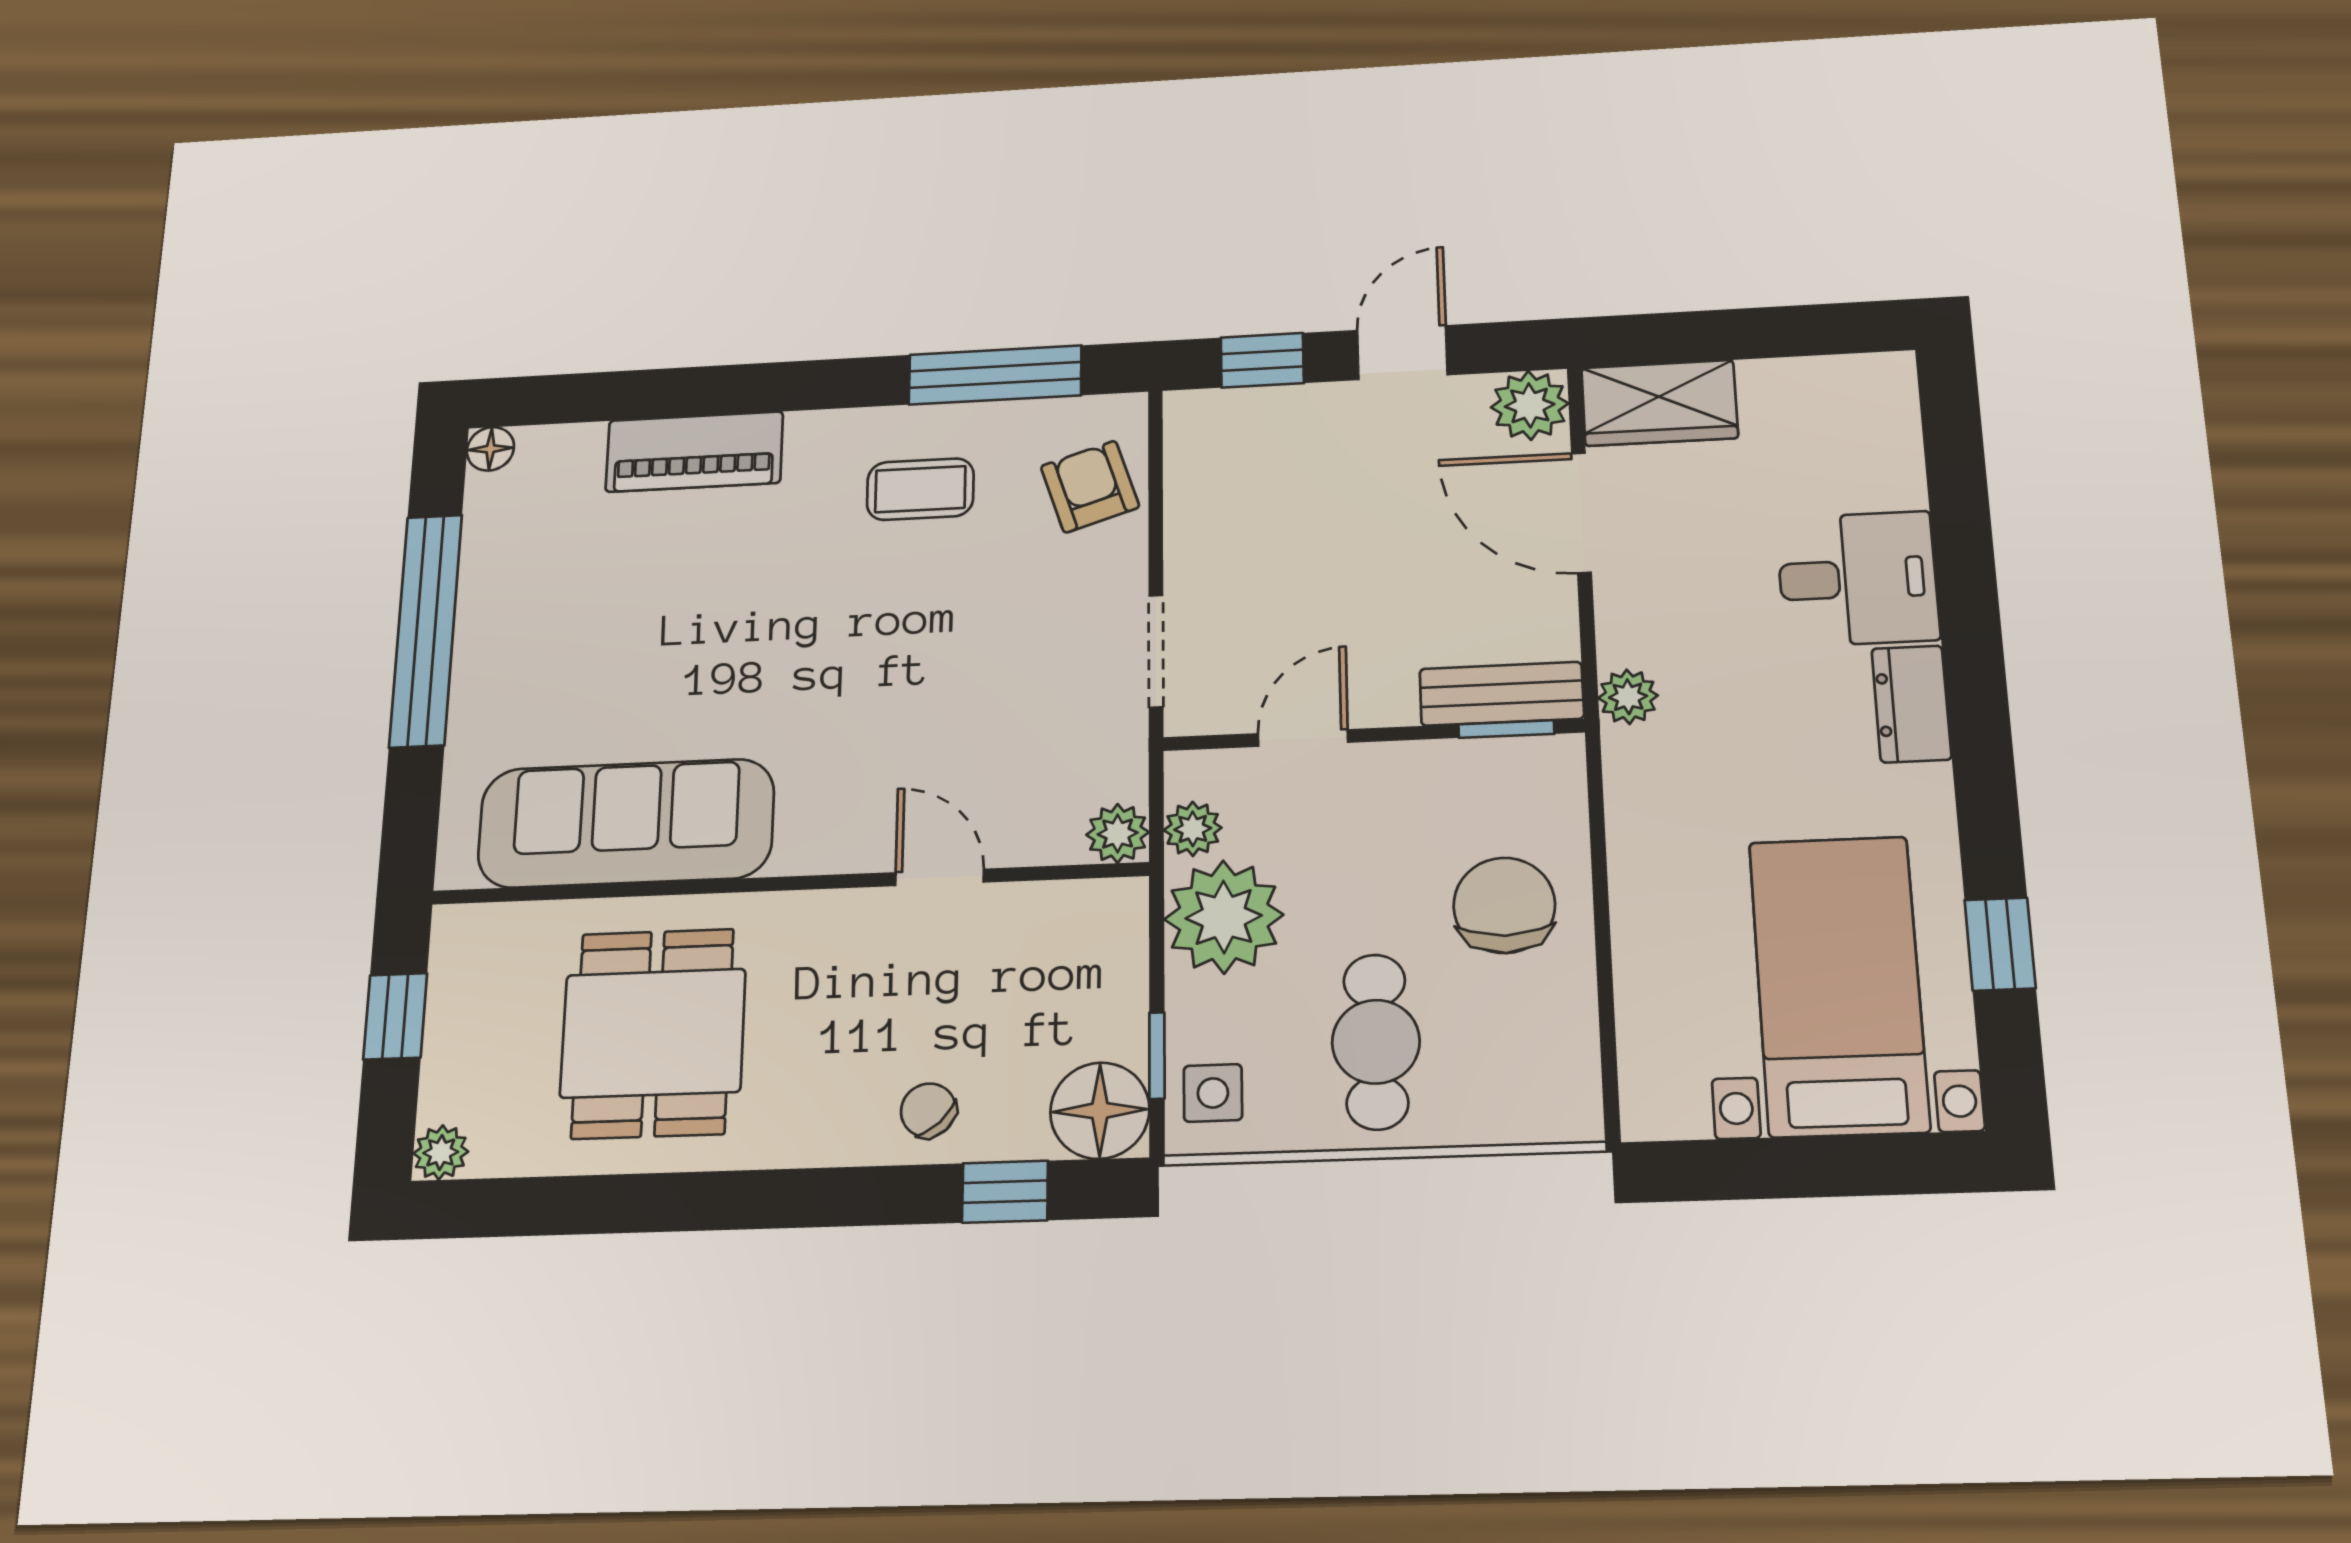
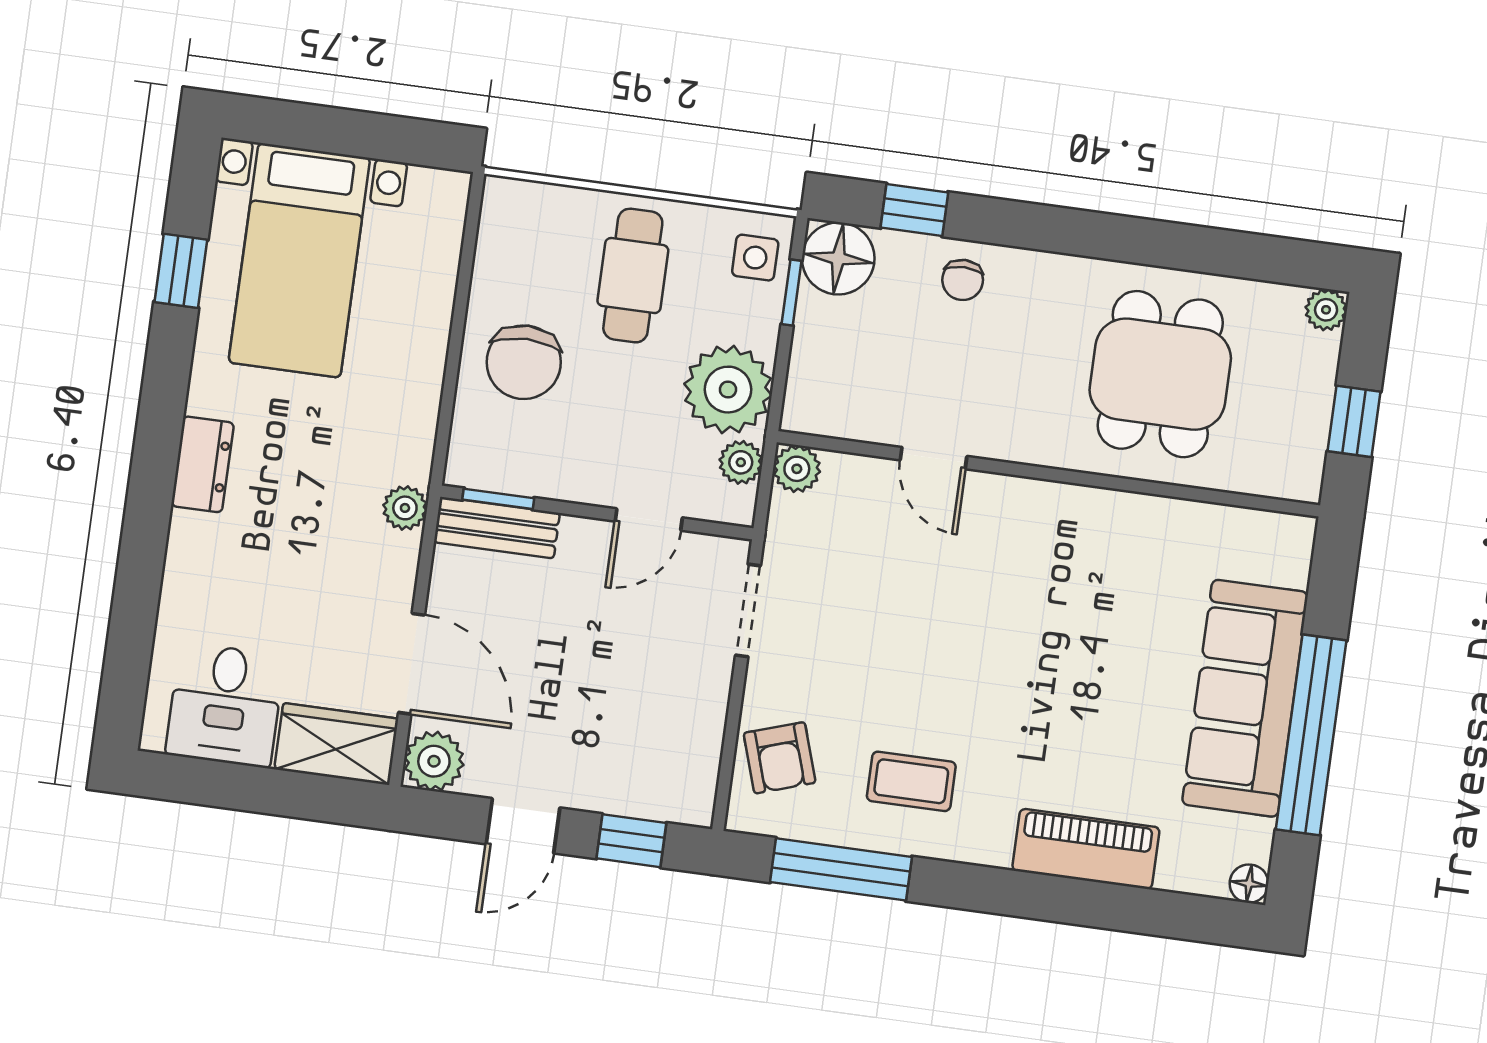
desk: (1858, 579) -> (225, 705), moved, turned -90
sofa: (626, 823) -> (1245, 698), moved, turned 90
chair: (928, 1110) -> (963, 280), turned 43

